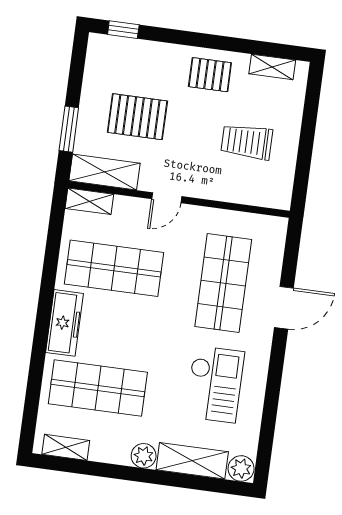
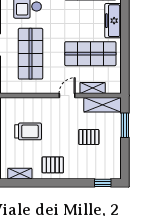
pallet: (137, 117) -> (89, 137), width x0.67, depth x0.71
shelving: (89, 201) -> (93, 88), moved

